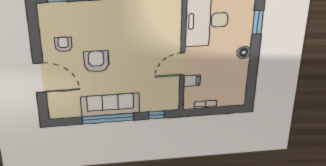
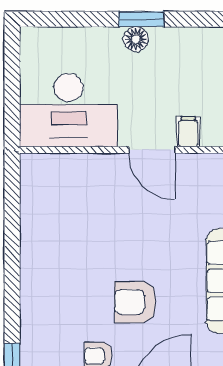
window: (258, 22) -> (141, 19), moved

